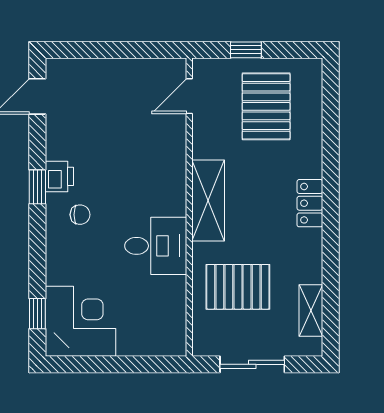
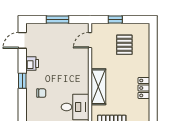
window: (116, 50) -> (58, 20), added
pallet: (266, 106) -> (124, 45), width x0.67, depth x0.71
printer: (59, 176) -> (32, 63), moved

